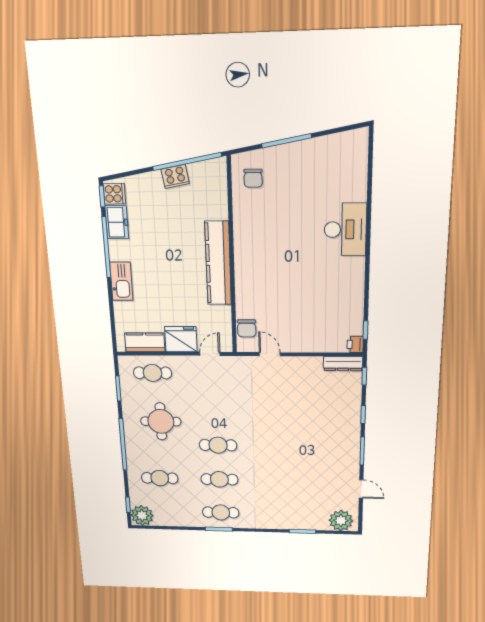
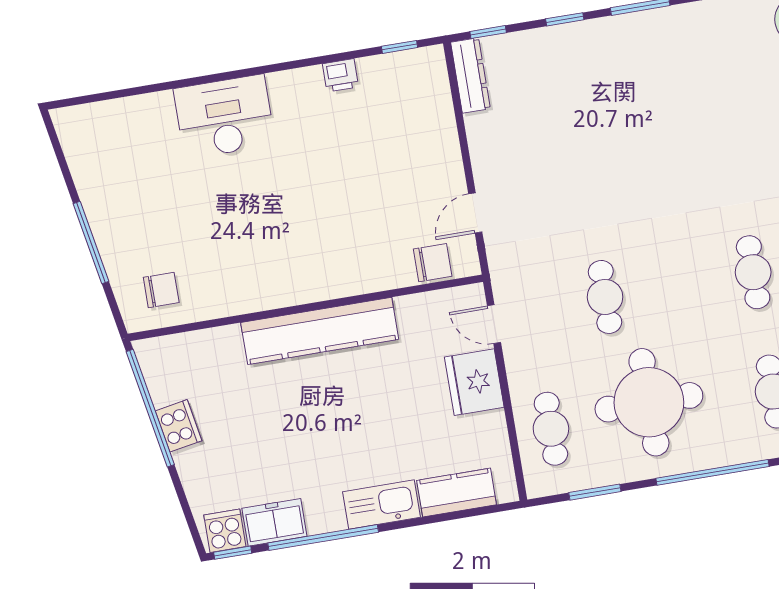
kitchen counter: (145, 342) -> (457, 493), moved, turned 90
printer: (355, 344) -> (340, 75), moved
round table: (161, 421) -> (649, 402), width x1.36, depth x1.36
cafe table: (218, 445) -> (605, 297), moved

